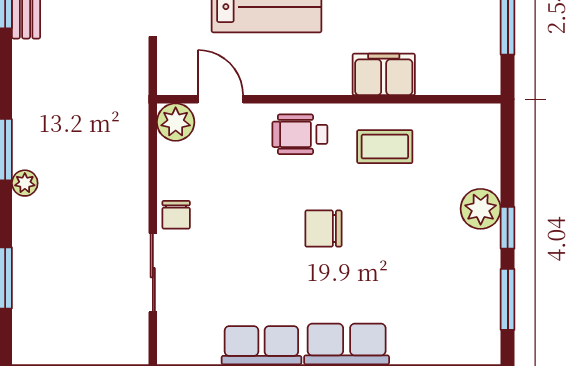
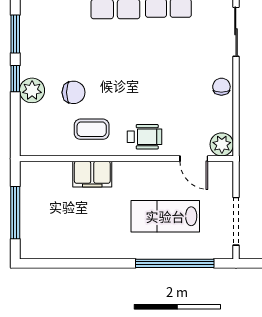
chair: (323, 229) -> (74, 92), moved
sliding door: (153, 273) -> (236, 32), moved

